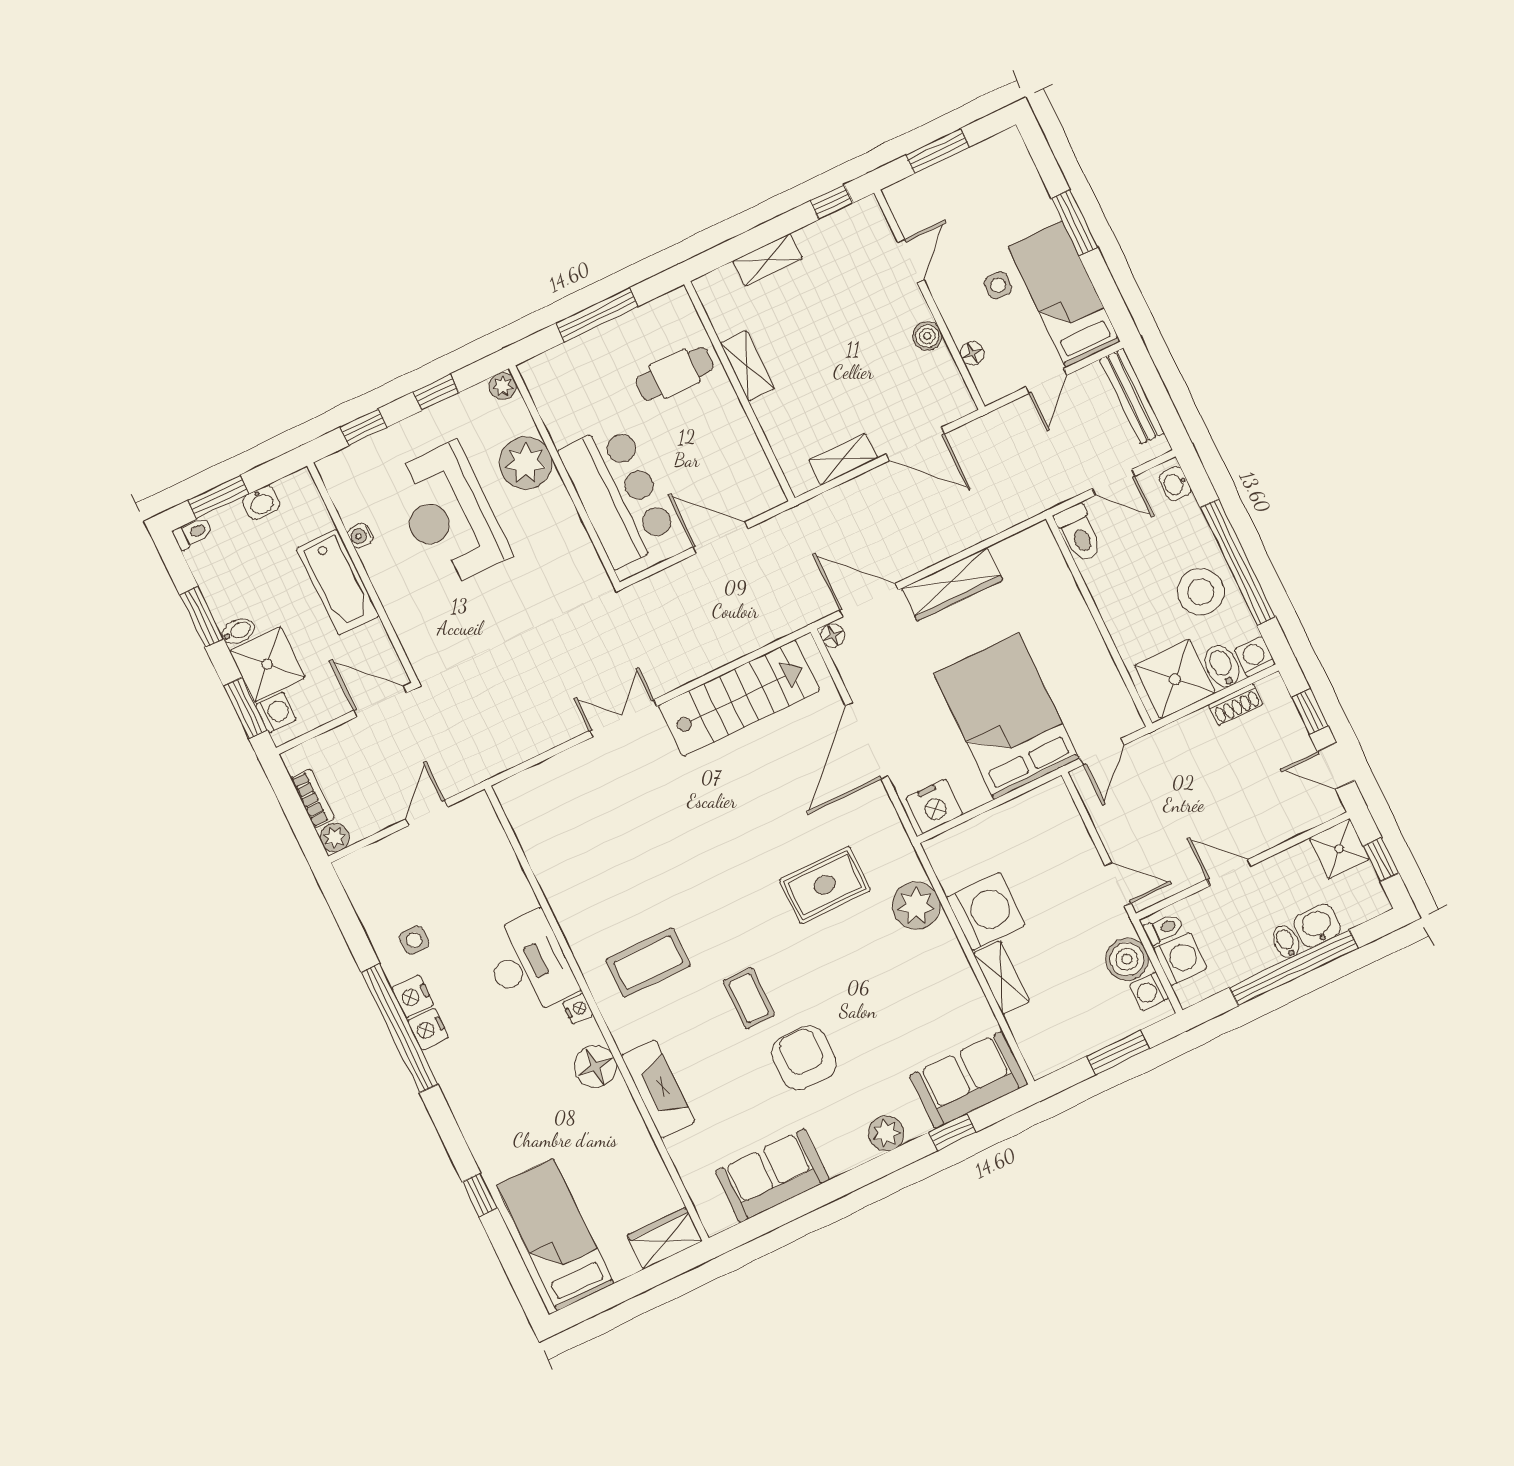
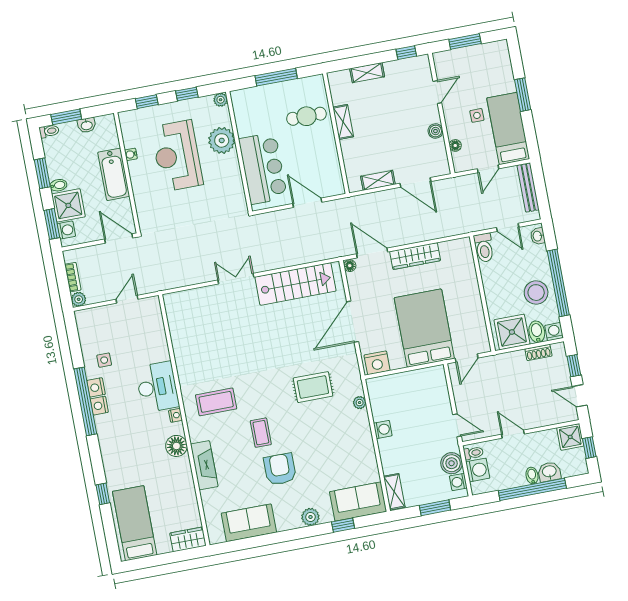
plant: (916, 906) -> (360, 403), width x0.53, depth x0.53
washing machine: (986, 911) -> (383, 429), width x0.53, depth x0.53
shelving: (1001, 977) -> (394, 492), moved

